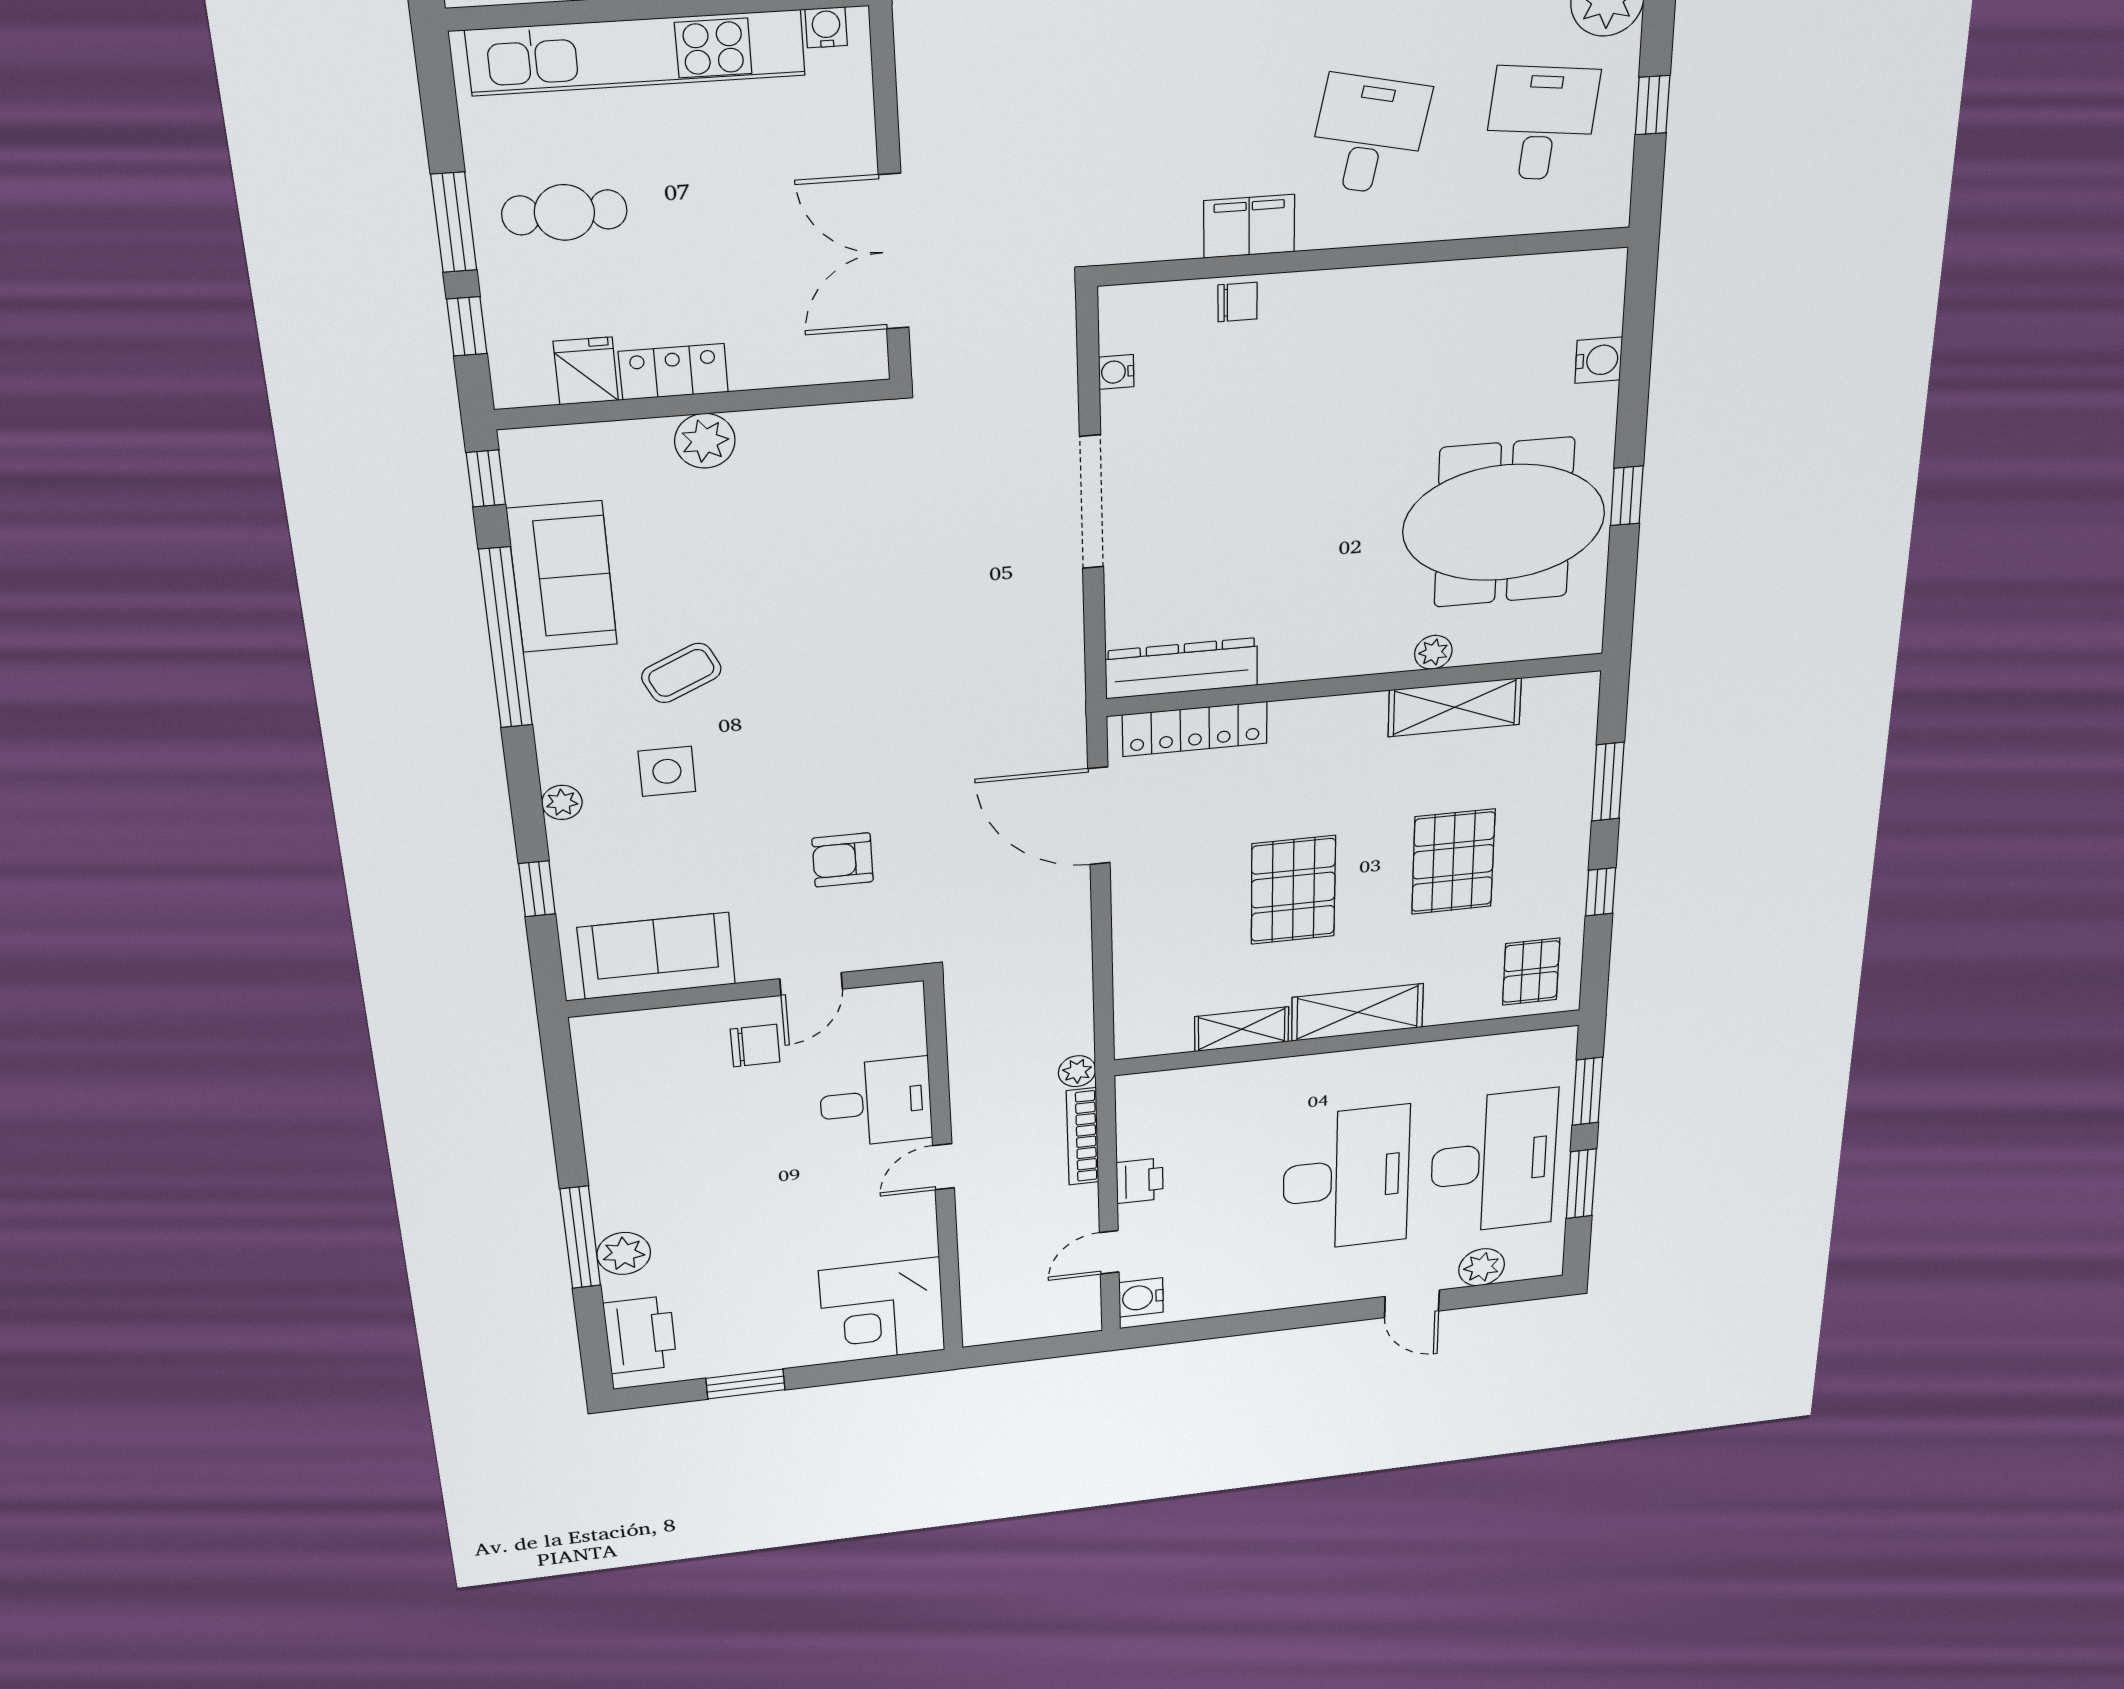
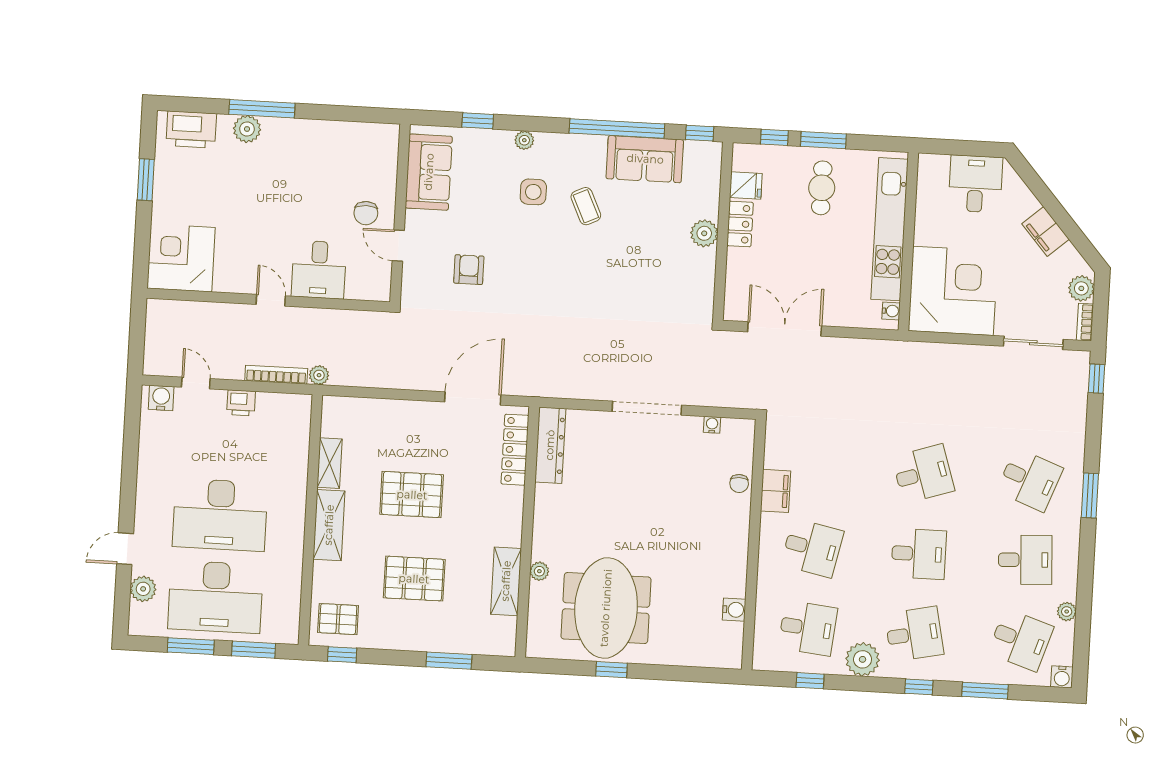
water cooler: (1599, 360) -> (734, 610), moved, turned -90
window: (1601, 892) -> (342, 655), moved

